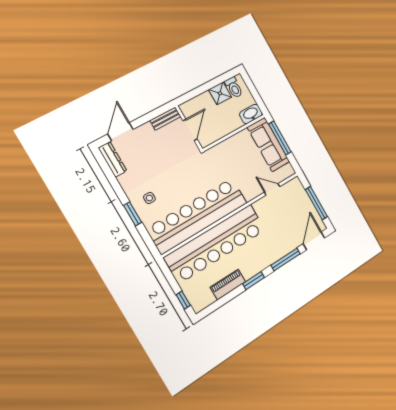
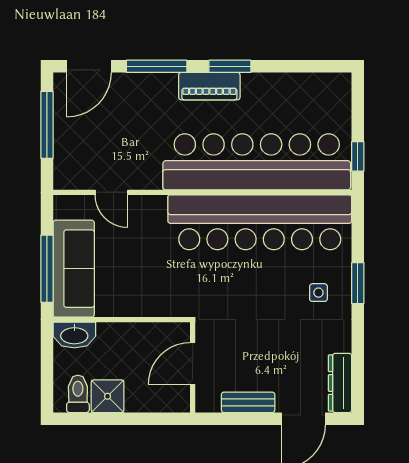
bench: (165, 119) -> (248, 402), moved
piano: (228, 285) -> (209, 86), moved
window: (183, 300) -> (358, 156), moved

